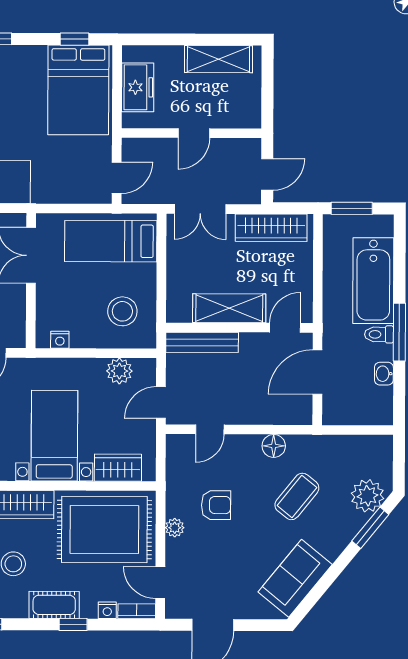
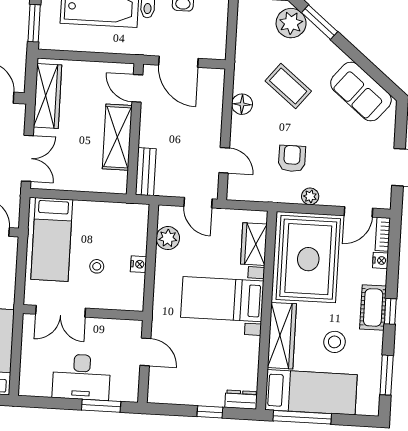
stool: (122, 311) -> (97, 266), moved, width x0.53, depth x0.53
nightstand: (60, 340) -> (139, 264), moved
bench: (202, 342) -> (146, 172), width x0.73
window: (73, 624) -> (390, 311), moved

